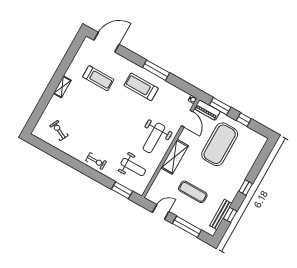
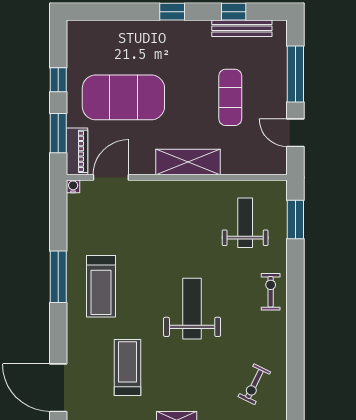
weight bench: (154, 138) -> (192, 309), moved, turned -90

